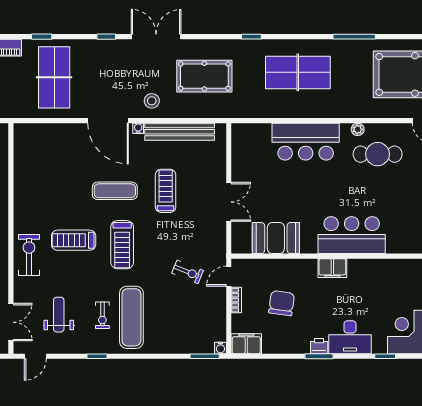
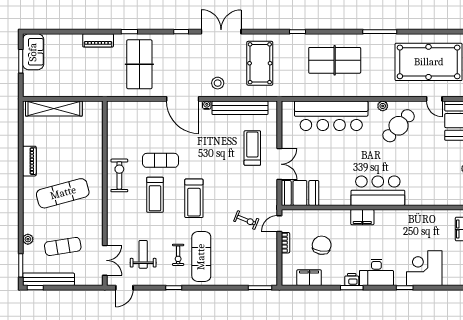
pool table: (204, 76) -> (260, 63), turned 90
bar counter: (306, 142) -> (331, 116), width x1.36
cafe table: (378, 154) -> (399, 126), turned -47
exercise mat: (115, 191) -> (161, 160), moved
treadmill: (166, 191) -> (252, 148), moved
booth: (276, 238) -> (300, 193), moved
treadmill: (74, 240) -> (155, 195), turned -90
exercise bike: (29, 255) -> (119, 175), moved
filing cabinet: (246, 344) -> (309, 278), moved
water cooler: (220, 348) -> (273, 281), removed

